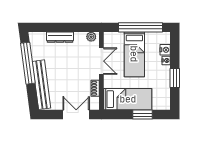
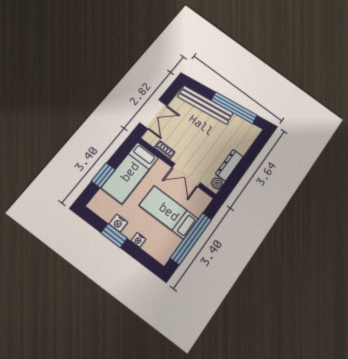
dresser: (60, 37) -> (229, 165), moved
nightstand: (165, 50) -> (118, 223), moved

